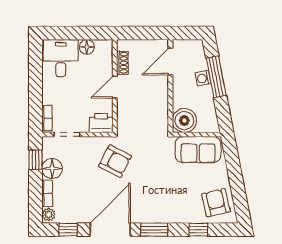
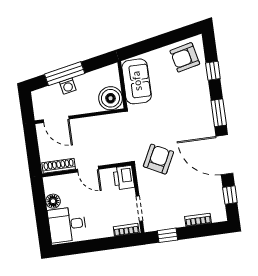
shoe rack: (122, 63) -> (59, 166), width x1.43
floor lamp: (52, 169) -> (174, 218), removed
plant: (49, 214) -> (218, 216), removed

